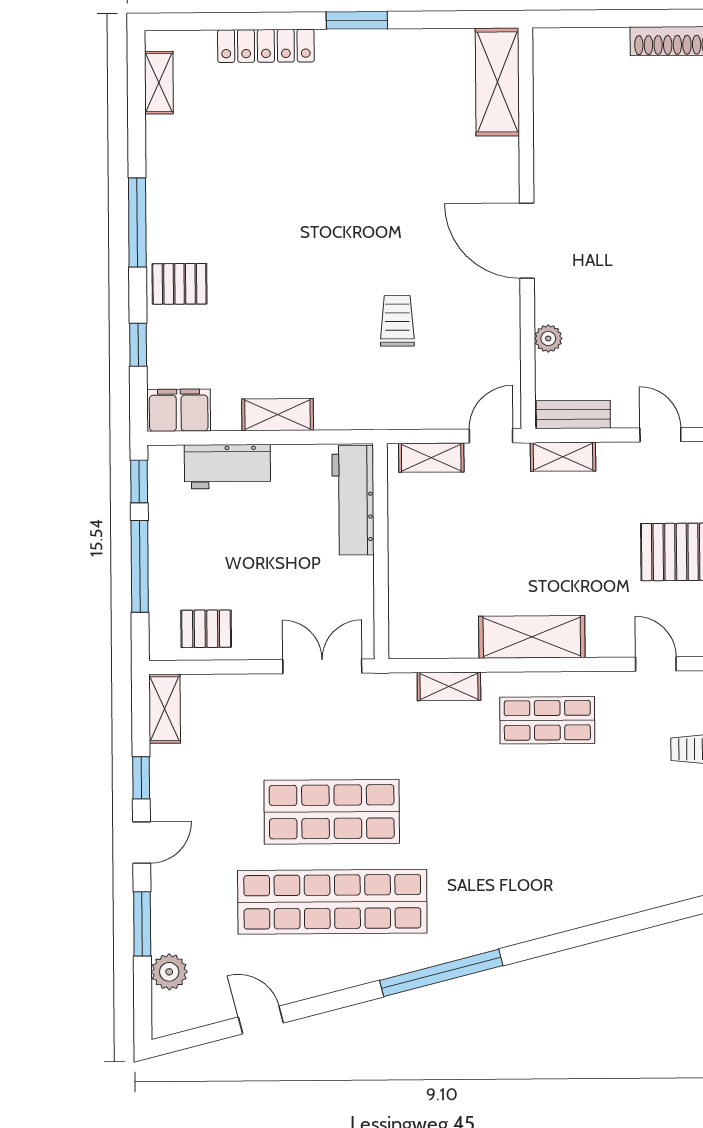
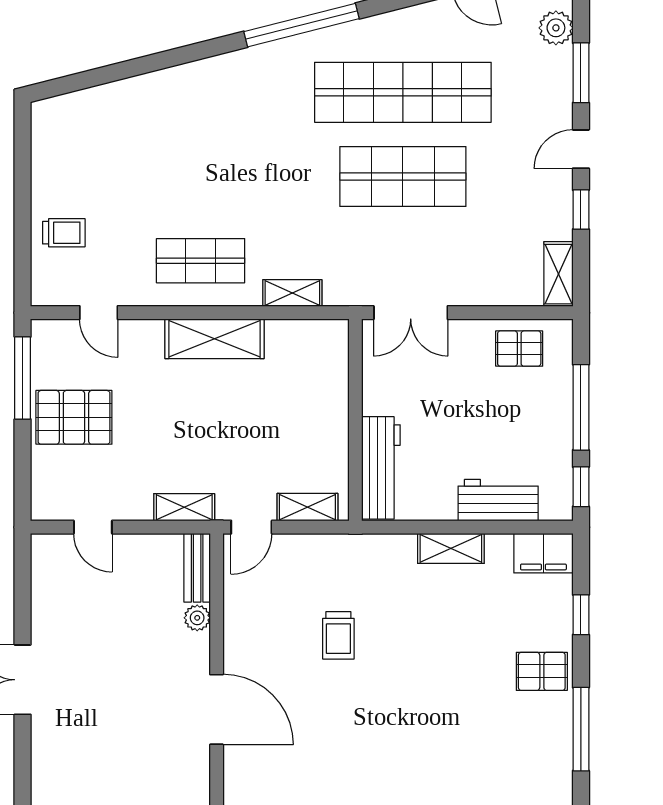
bench: (573, 414) -> (197, 568), moved, turned 90

